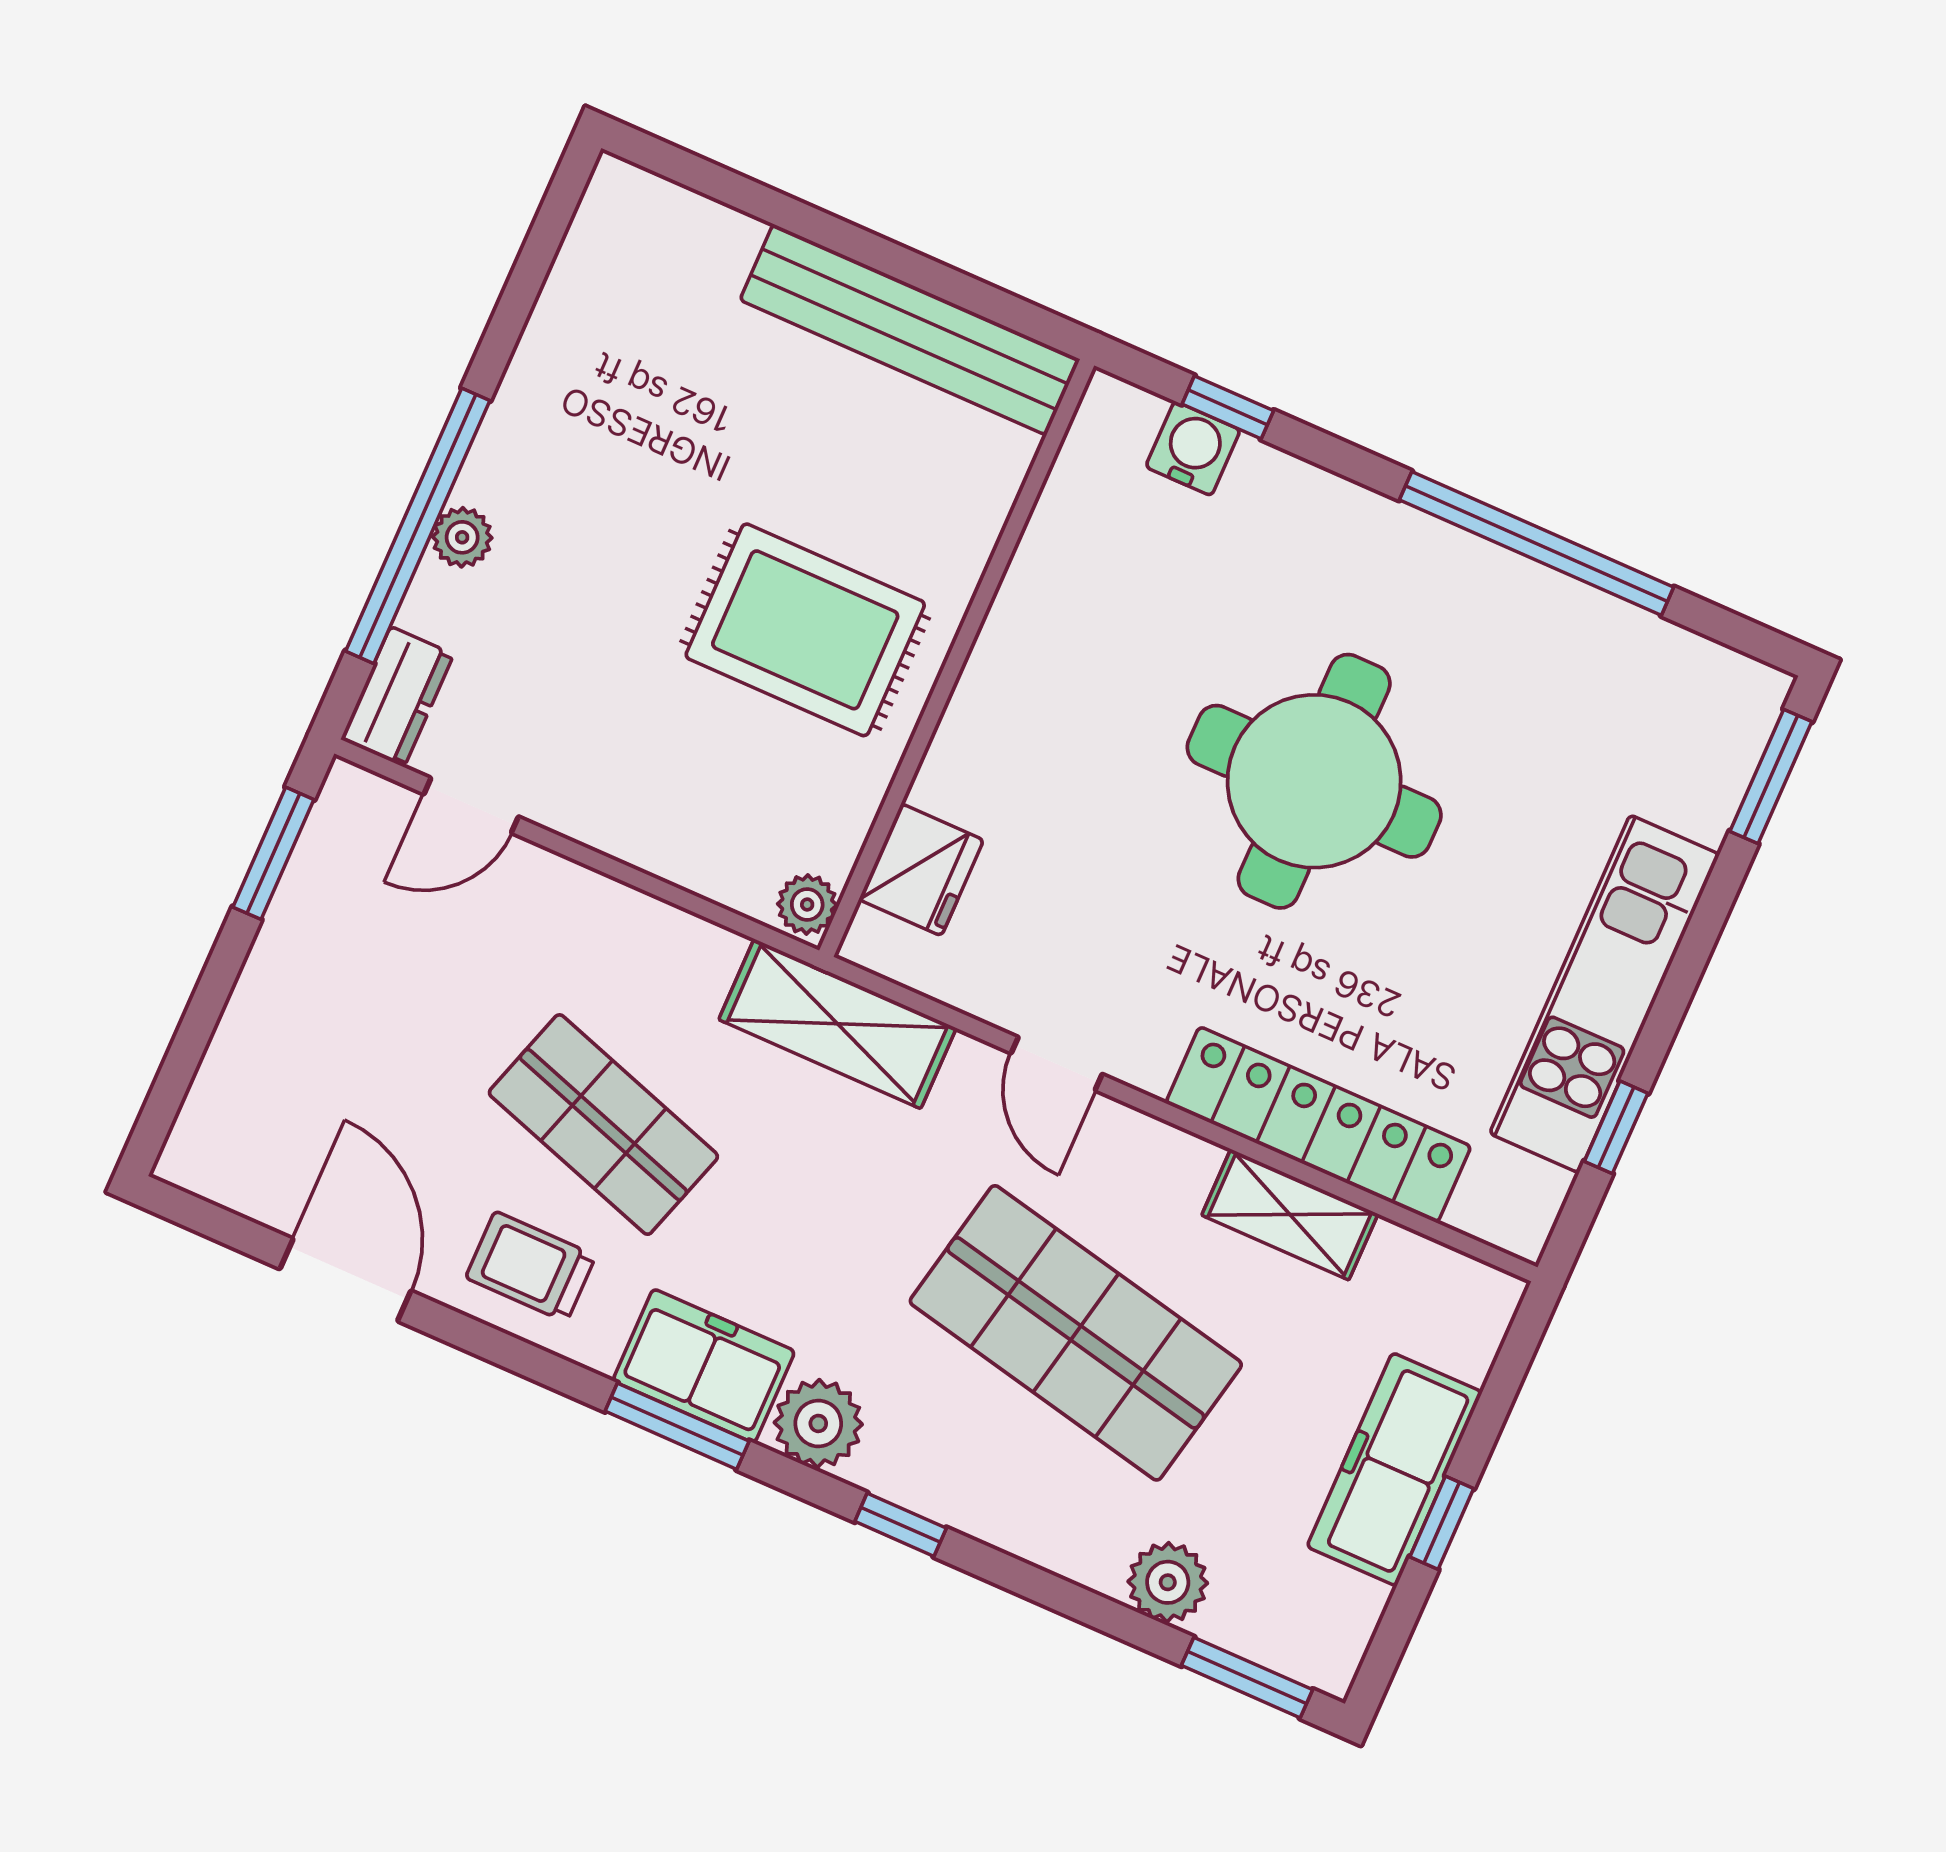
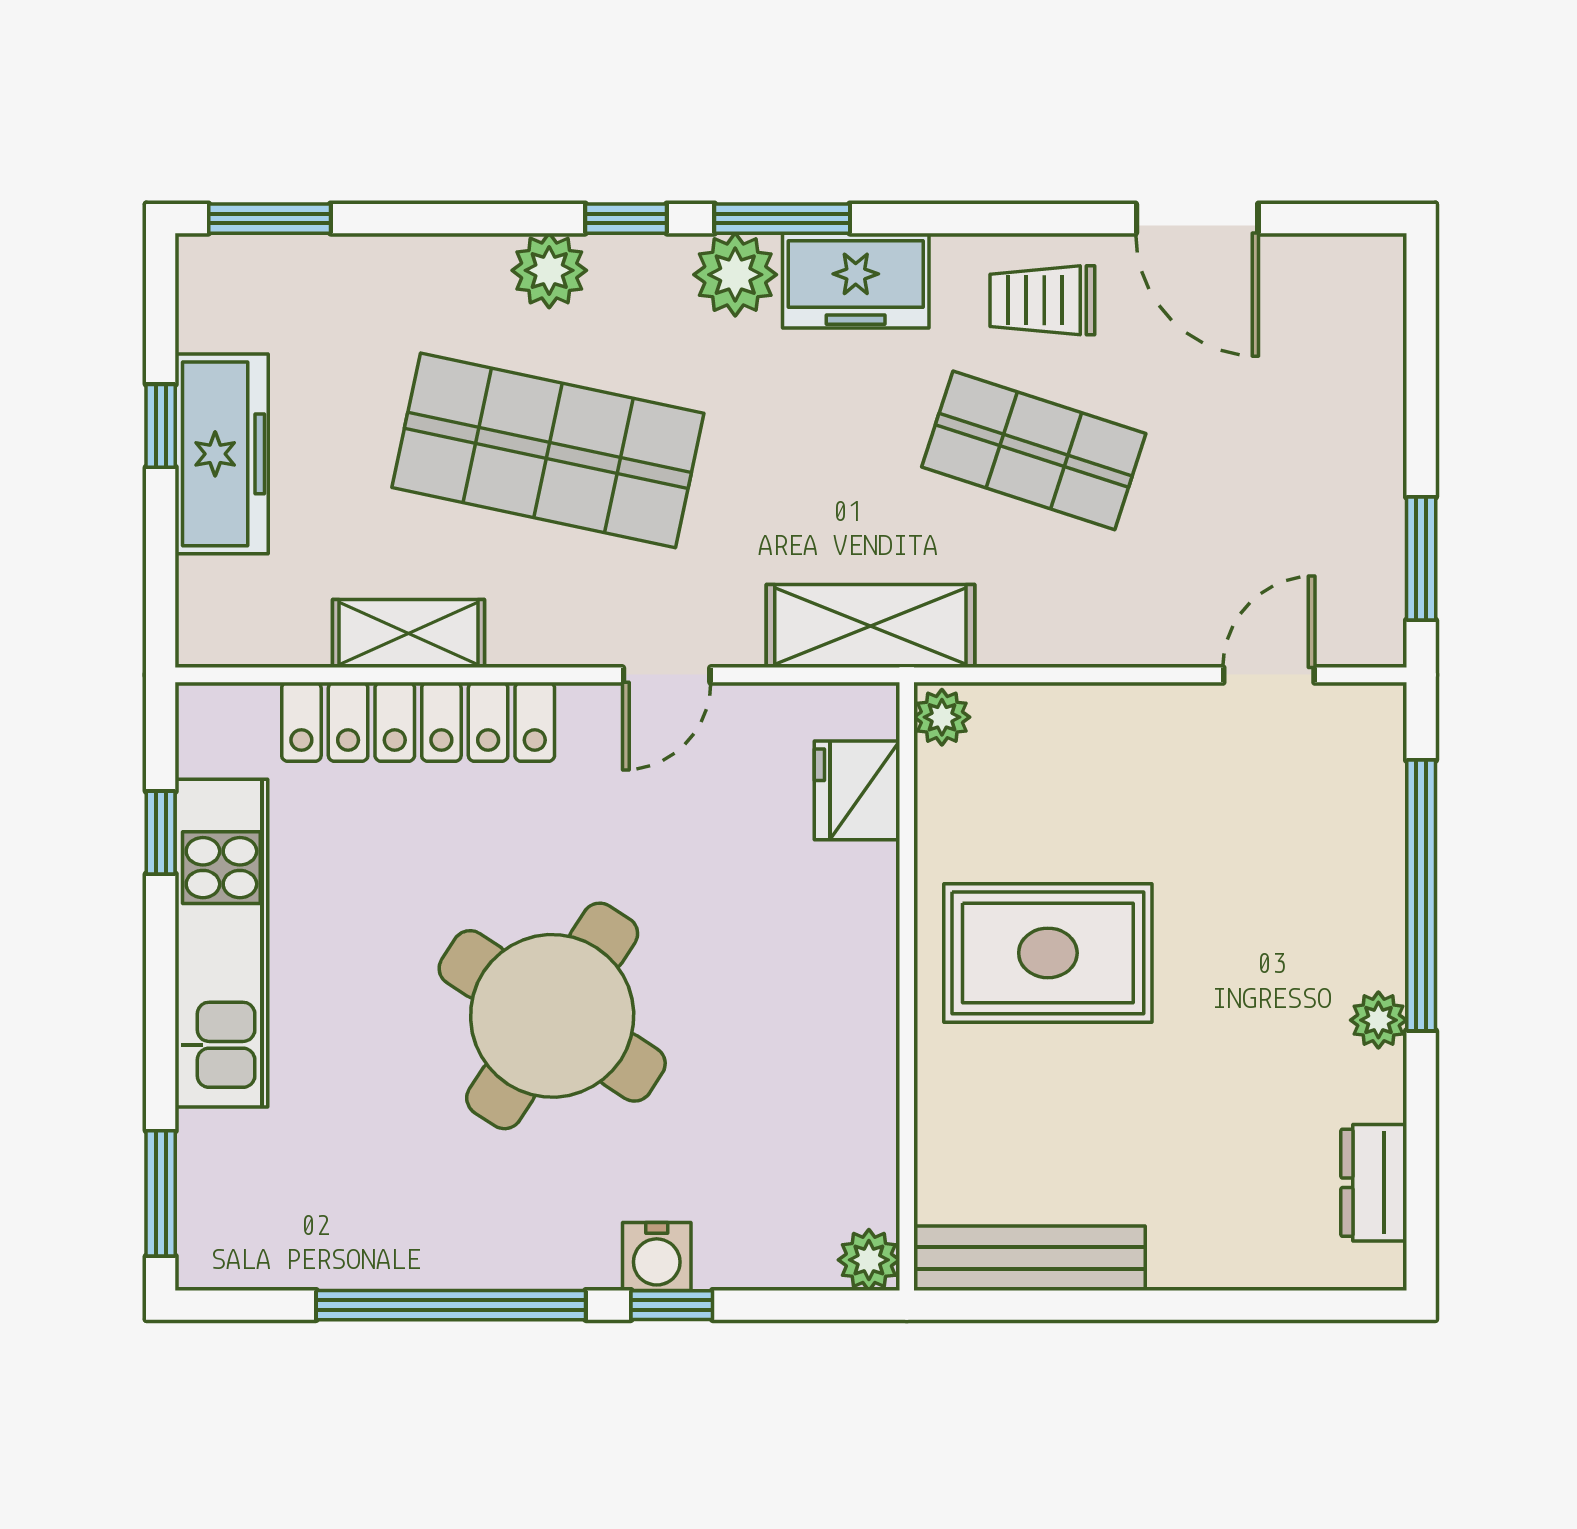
bench: (910, 330) -> (1030, 1258), width x0.73, depth x0.82
window: (1228, 407) -> (672, 1305), moved
plant: (1111, 408) -> (869, 1260), added
water cooler: (1193, 448) -> (657, 1256), moved
plant: (462, 537) -> (1378, 1020), moved
dresser: (397, 697) -> (1374, 1183), moved
round table: (1314, 781) -> (552, 1016), turned 33
door: (1057, 1064) -> (667, 675), swing flipped
trolley: (531, 1267) -> (1042, 300), turned 180
window: (677, 1426) -> (782, 219), moved
plant: (1168, 1582) -> (549, 270), moved

